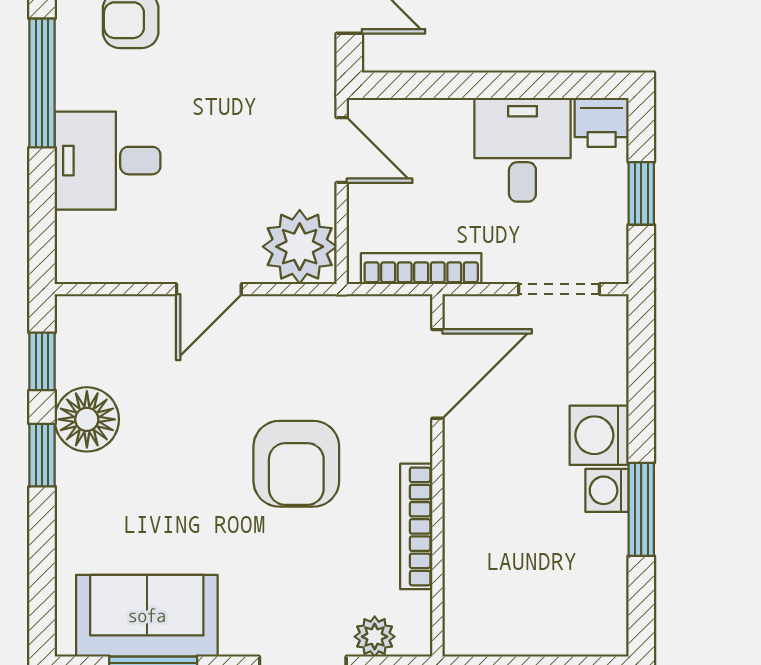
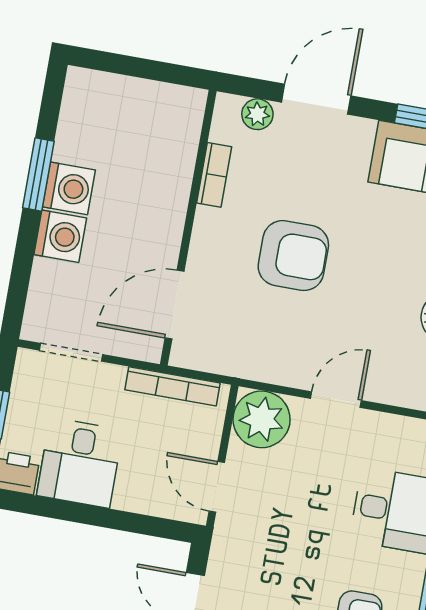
armchair: (296, 464) -> (293, 256), turned 90
washing machine: (607, 490) -> (69, 188), width x1.38, depth x1.38
bookcase: (416, 526) -> (214, 175), width x0.64

